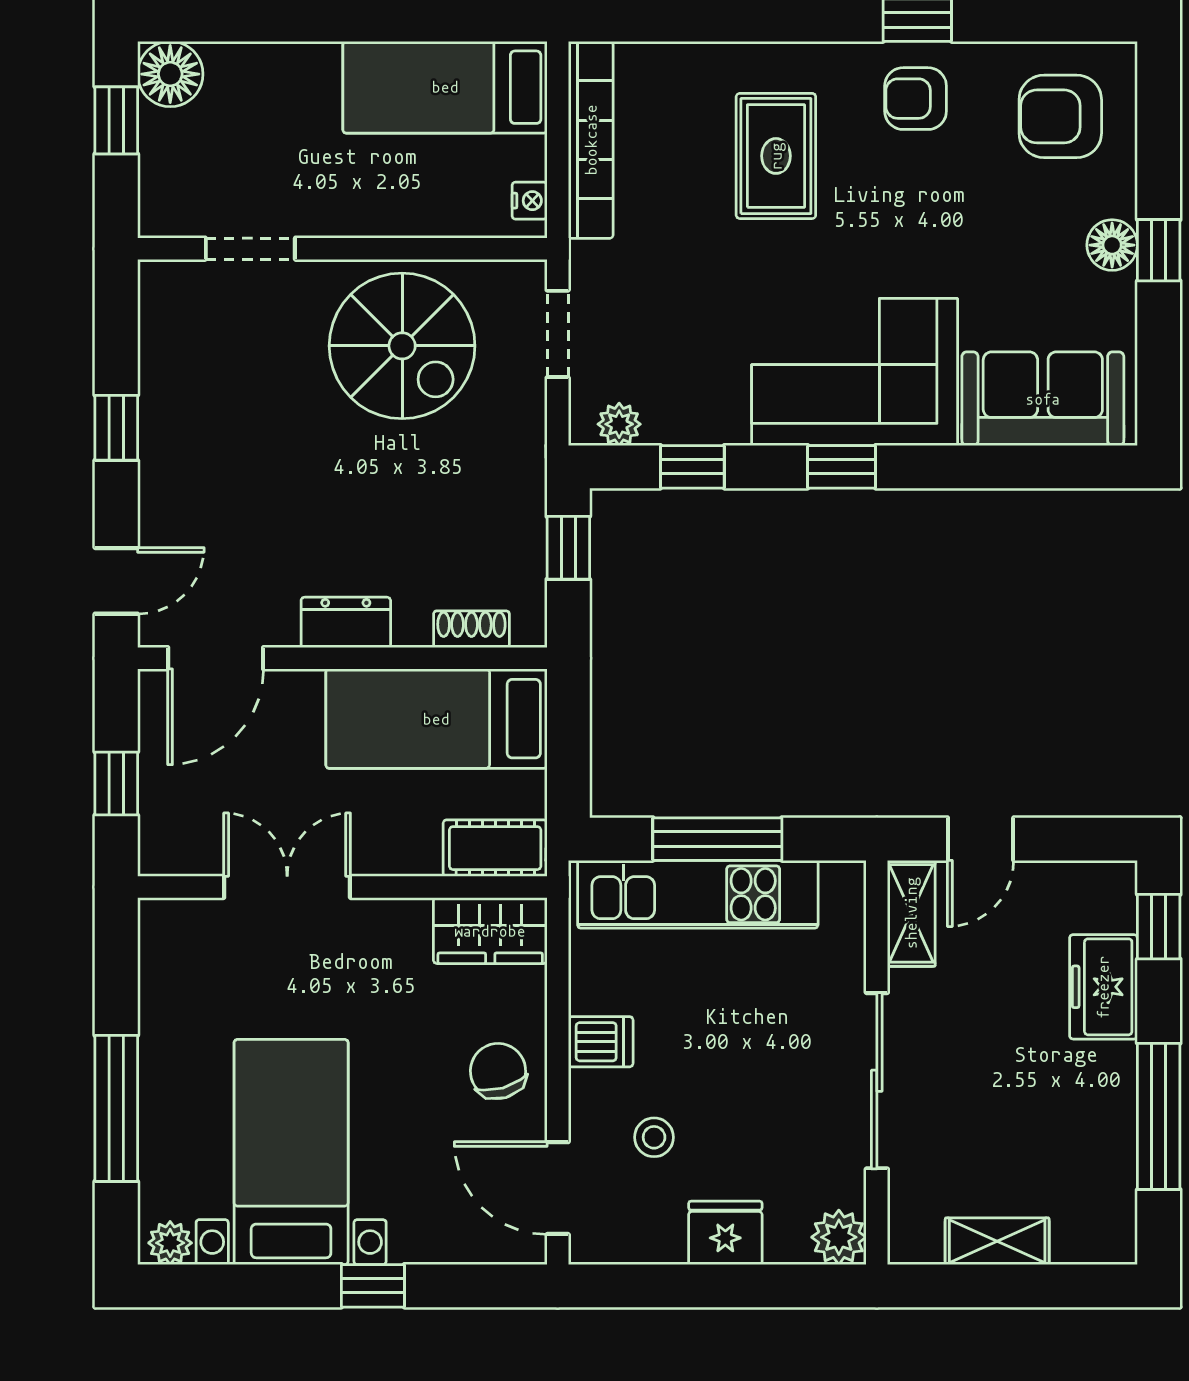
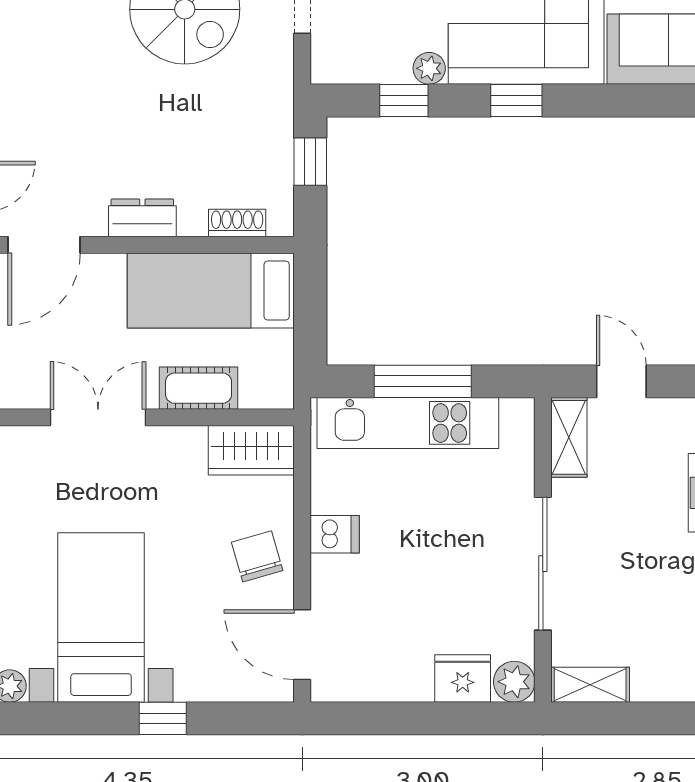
plant: (619, 424) -> (429, 68), moved
door: (981, 839) -> (621, 381), swing flipped
cot: (495, 848) -> (199, 388), moved
stool: (654, 1137) -> (375, 606), removed
fridge: (725, 1233) -> (463, 678), moved
shelving: (997, 1241) -> (590, 685), moved

